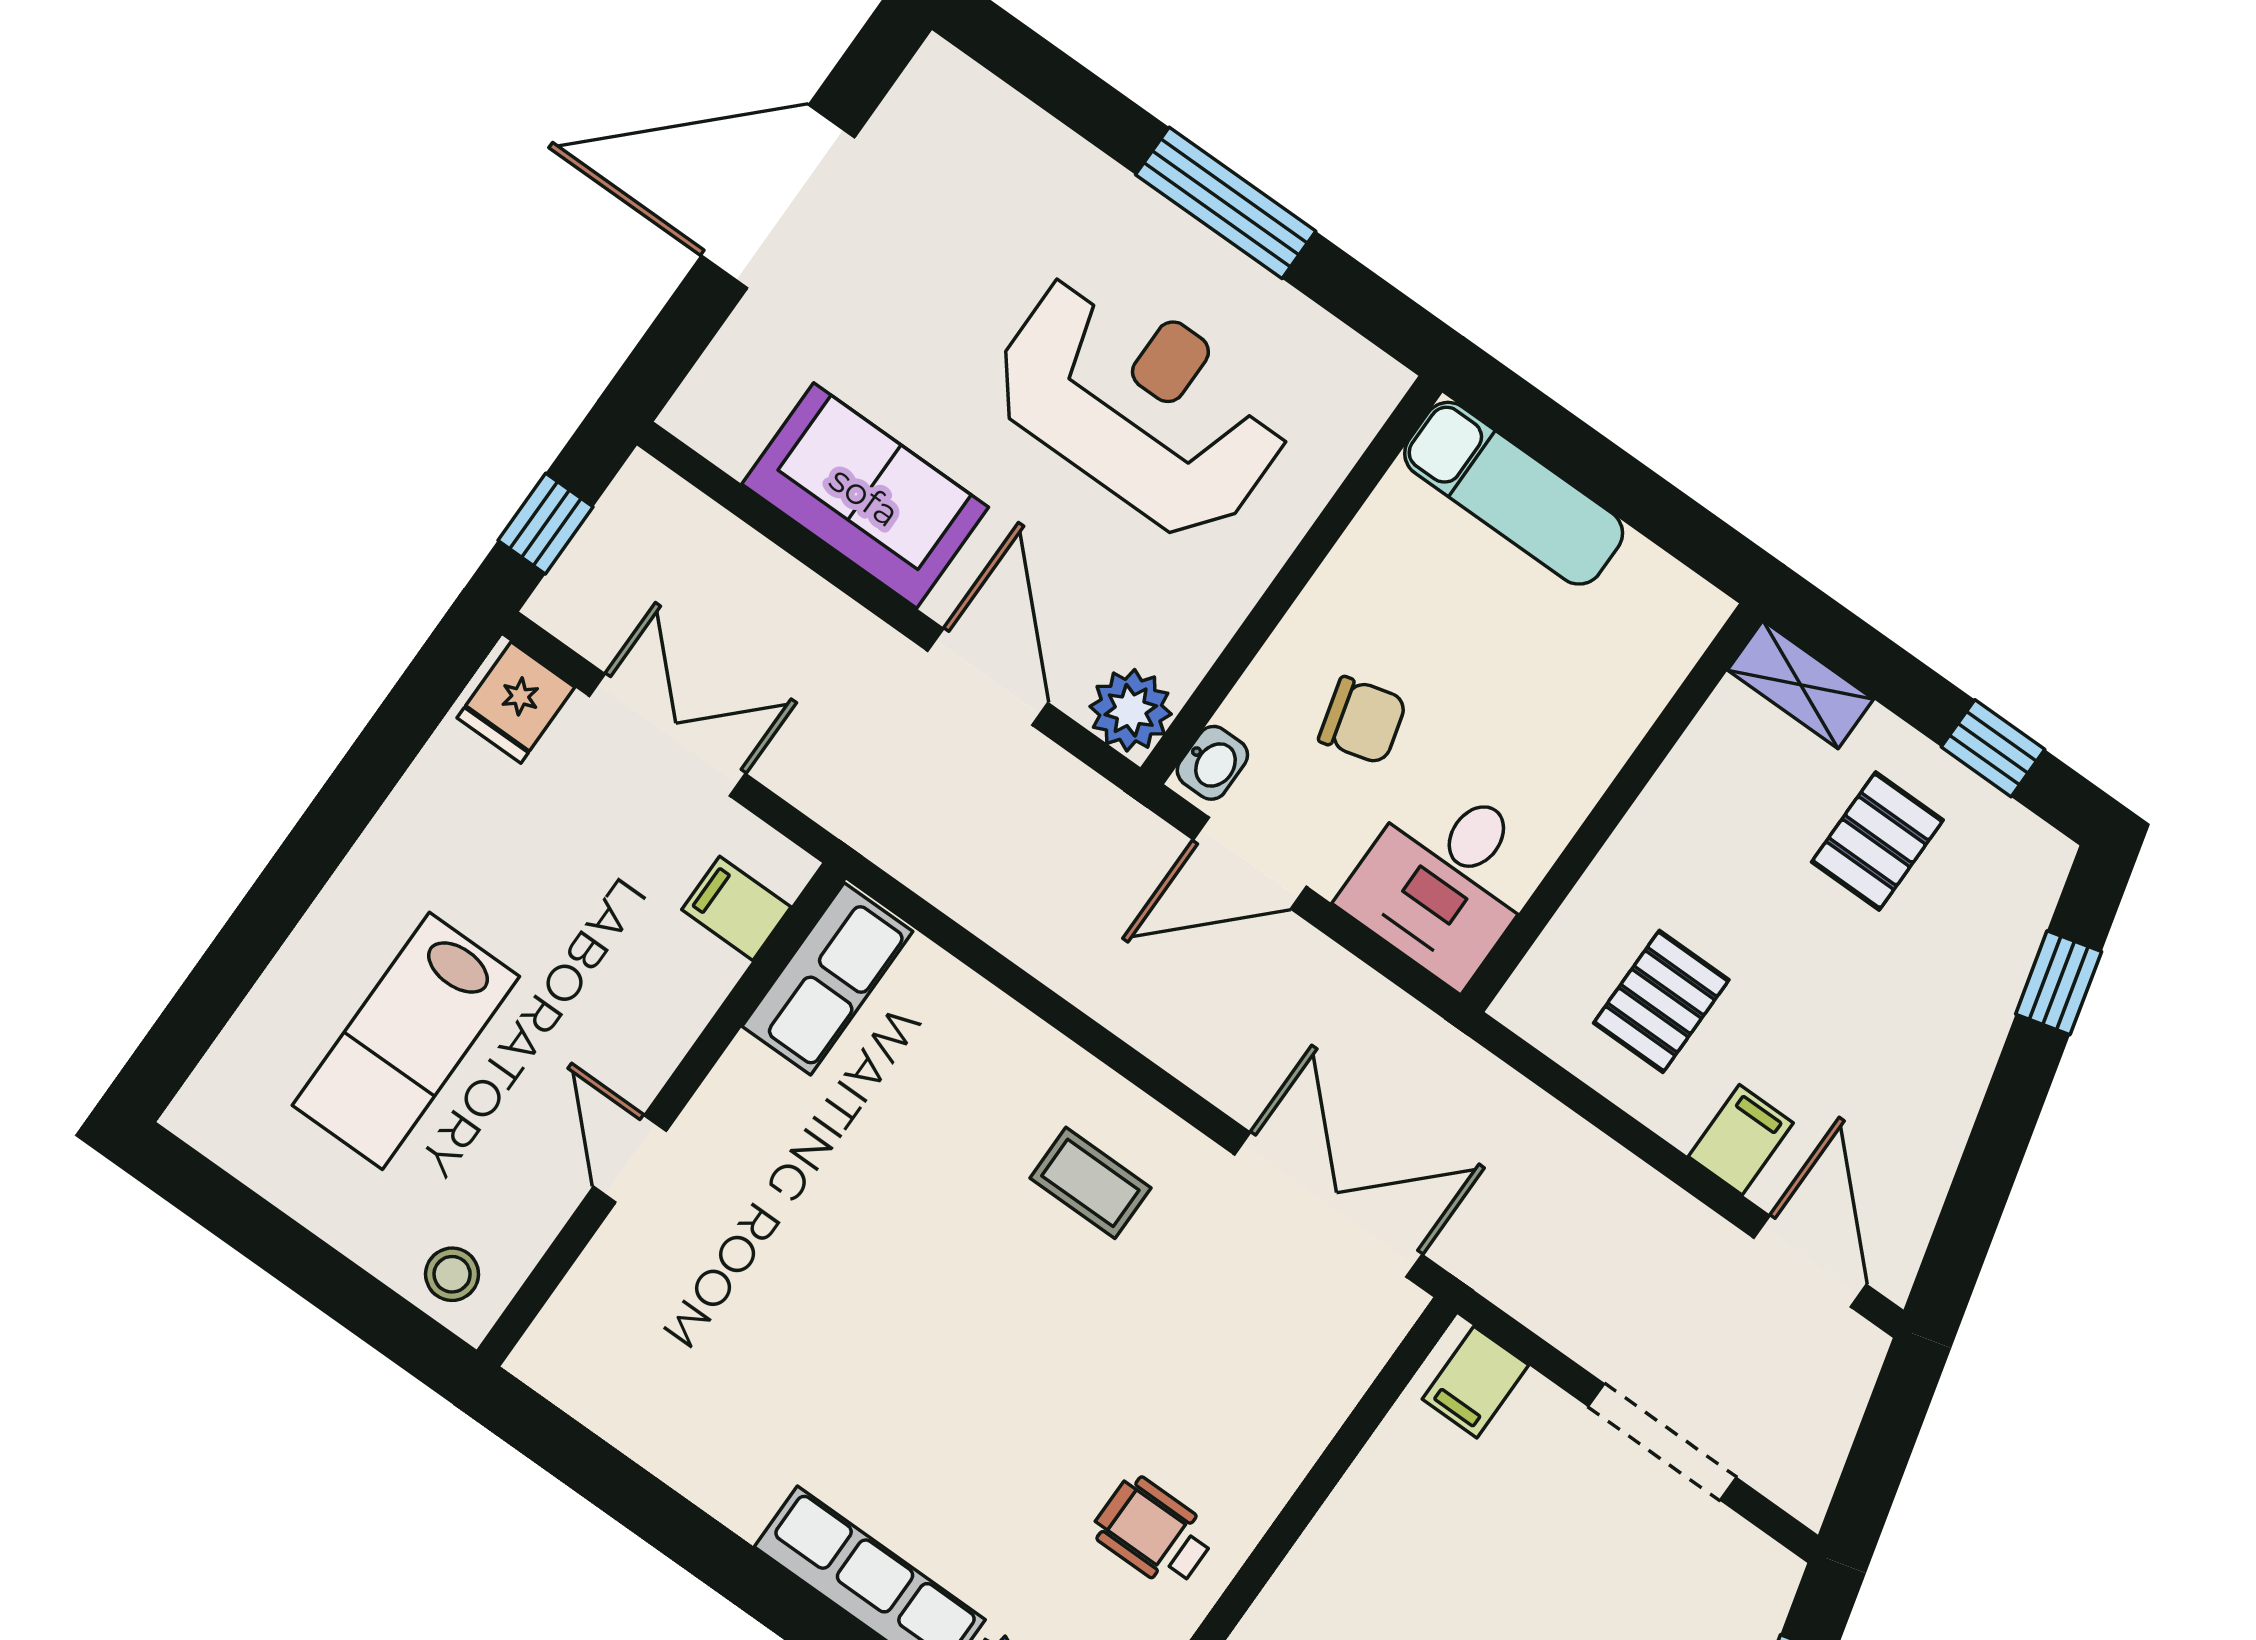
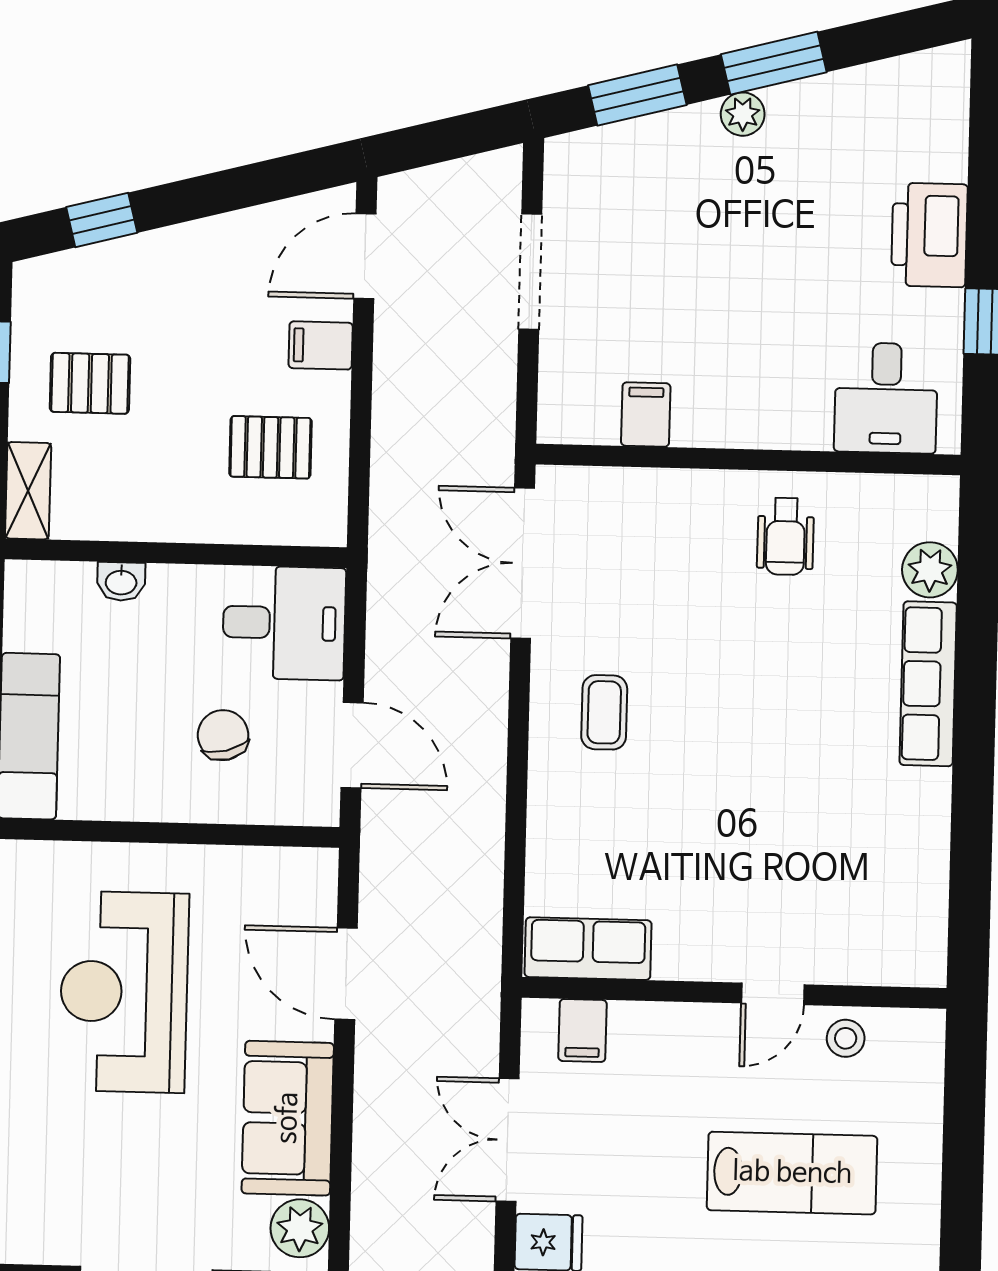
door: (988, 677) -> (346, 974), hinge flipped
plant: (1131, 710) -> (300, 1228), moved
washbasin: (1212, 763) -> (121, 581), moved, turned 180
stool: (452, 1274) -> (846, 1038), moved
filing cabinet: (1475, 1382) -> (646, 415), moved, turned -90

